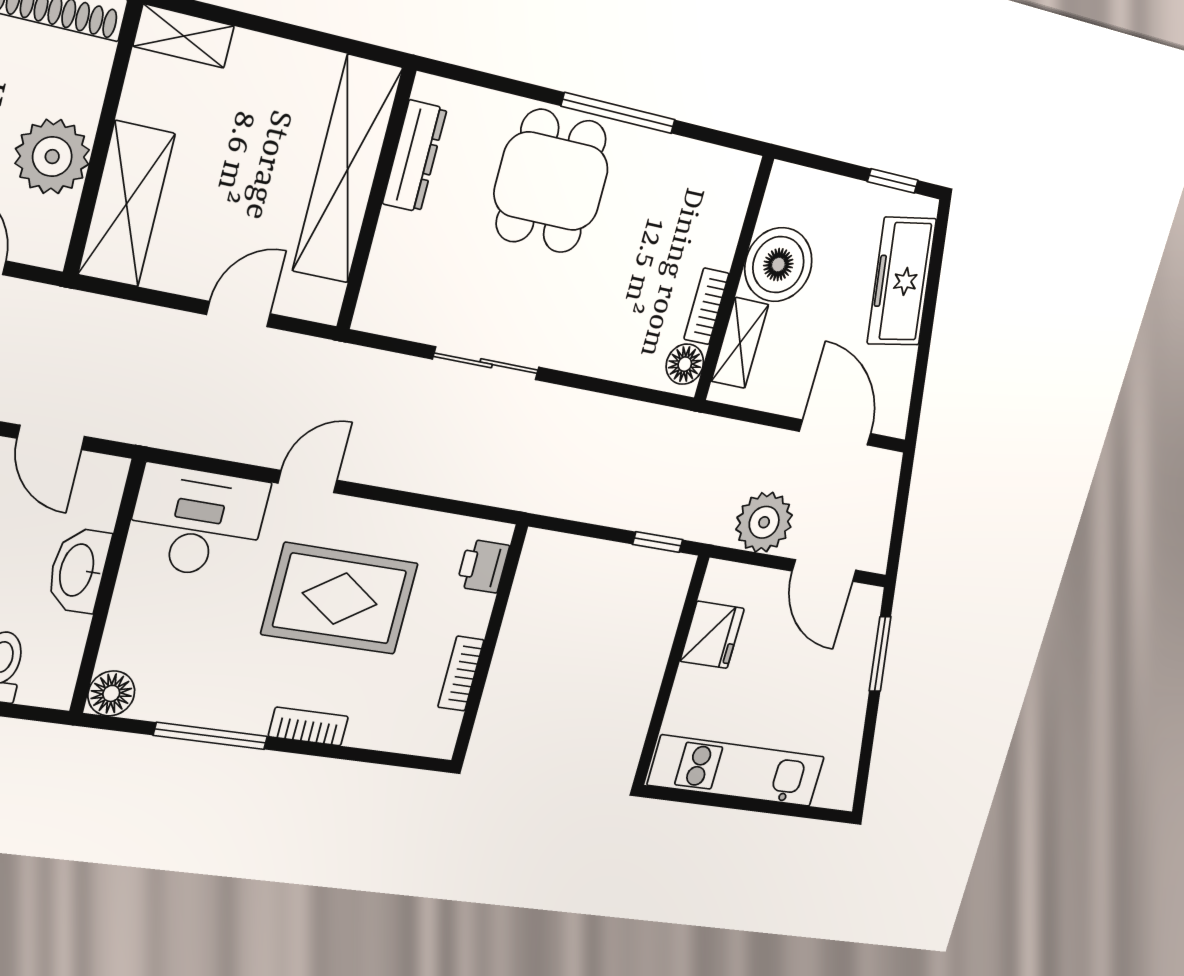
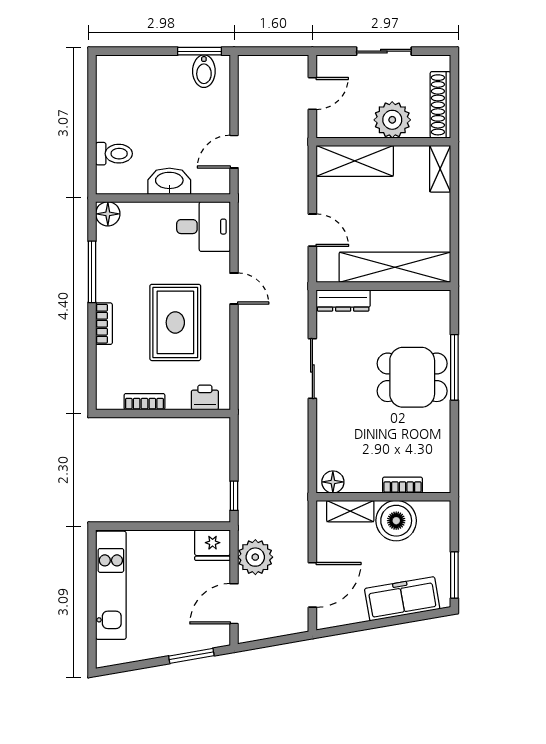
window: (618, 113) -> (454, 367), moved
dresser: (415, 156) -> (343, 300), moved
plant: (52, 157) -> (392, 120), moved
window: (893, 181) -> (454, 575), width x1.50
bookcase: (706, 306) -> (403, 485), moved
desk: (197, 522) -> (204, 227), width x0.73
fridge: (712, 635) -> (213, 545), moved

